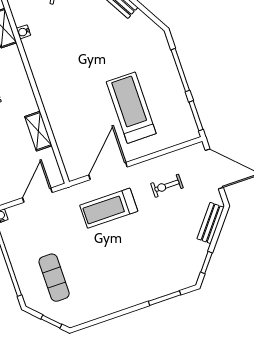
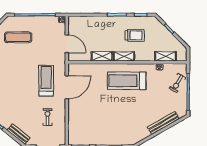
shelving: (26, 95) -> (124, 56), added
treadmill: (131, 108) -> (127, 81), moved, turned 180
door: (108, 171) -> (67, 87), hinge flipped

